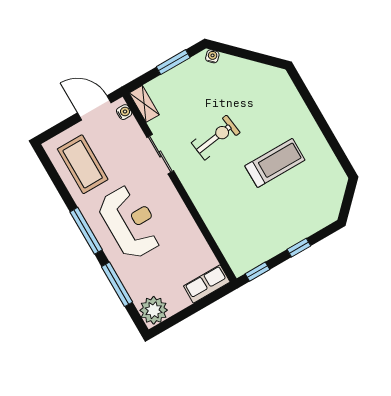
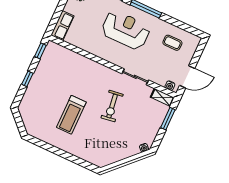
window: (173, 62) -> (168, 119), moved
coffee table: (83, 164) -> (172, 43), width x0.54, depth x0.58
reception desk: (130, 222) -> (126, 30), turned 180

